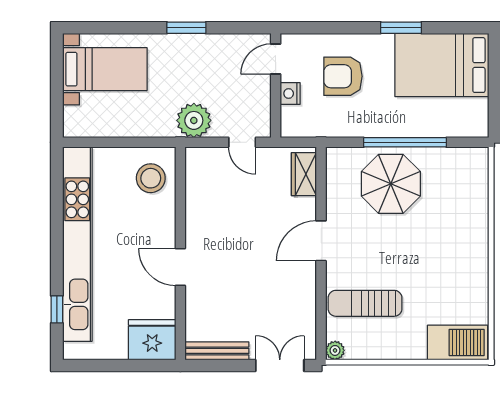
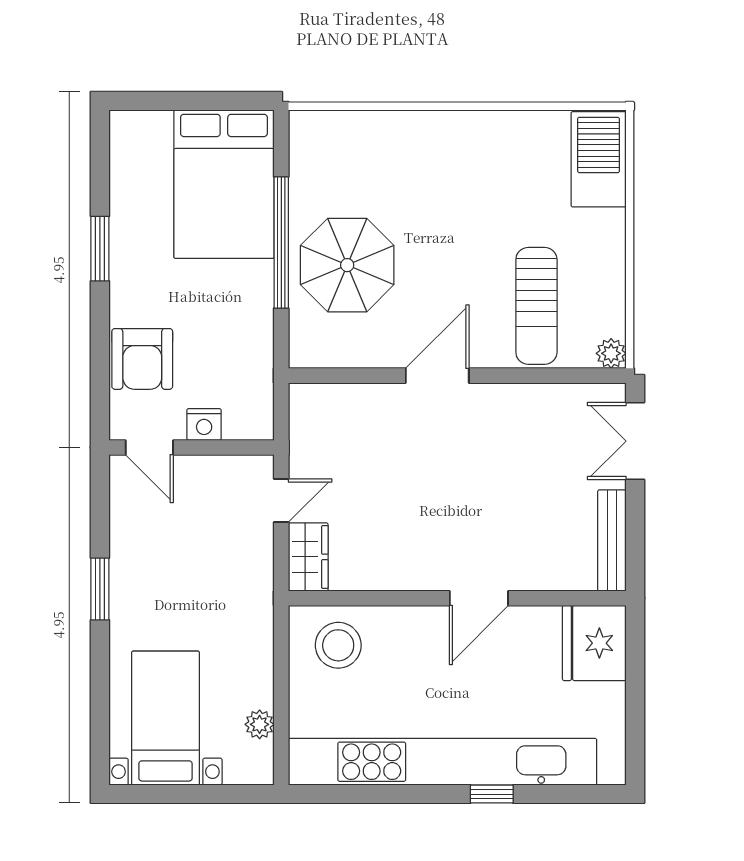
bed: (442, 65) -> (224, 184), moved
armchair: (343, 76) -> (142, 359), moved
plant: (194, 120) -> (260, 724), moved, width x0.53, depth x0.53
wardrobe: (304, 174) -> (308, 557), moved, turned -90
door: (321, 241) -> (437, 376), swing flipped
window: (57, 309) -> (492, 794), moved

